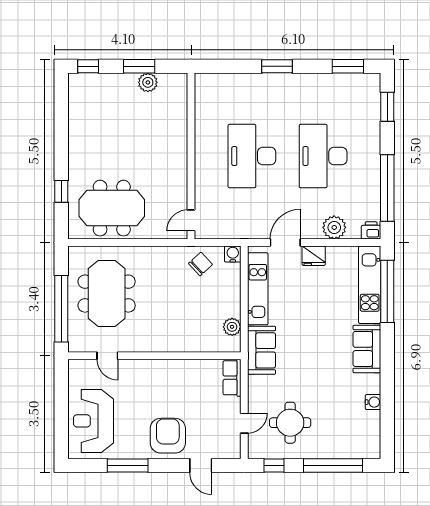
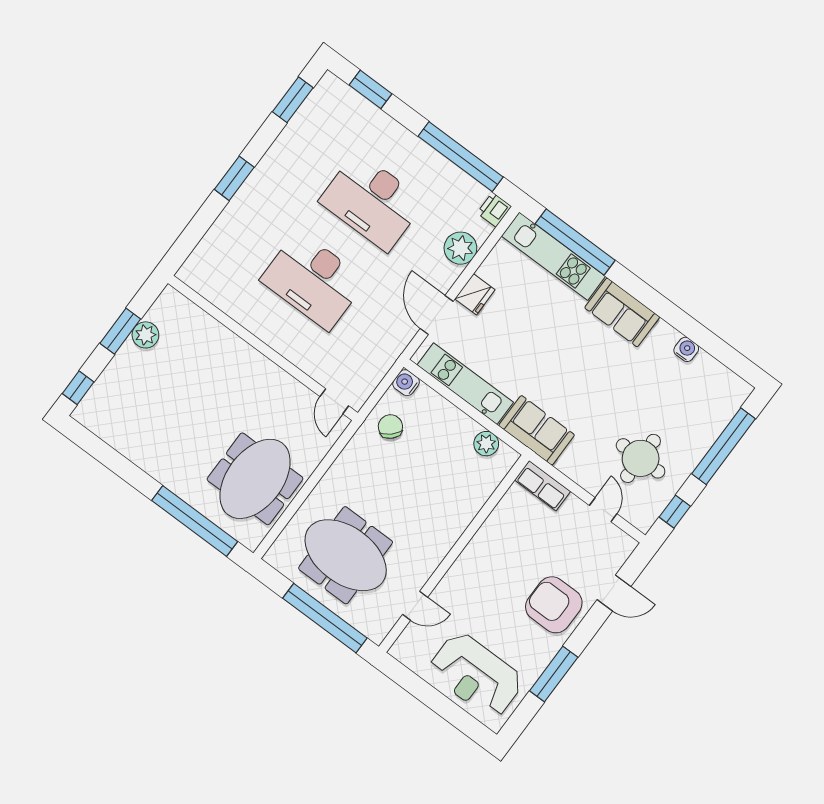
window: (61, 191) -> (195, 521), width x3.17

